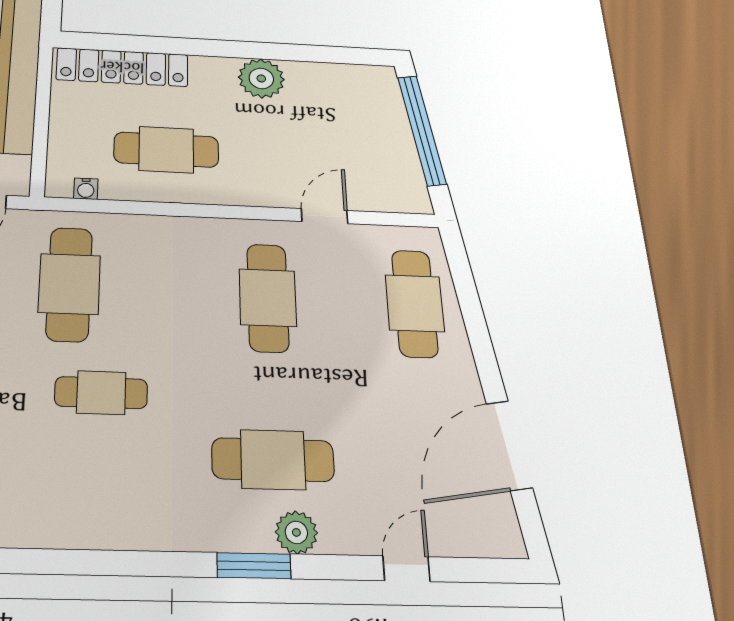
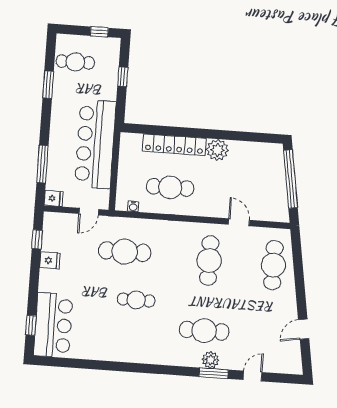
locker: (122, 67) -> (174, 145), moved
door: (325, 216) -> (239, 222), hinge flipped
cafe table: (69, 284) -> (125, 252), turned 90
door: (509, 445) -> (304, 329), width x0.53
window: (254, 566) -> (214, 373), moved

